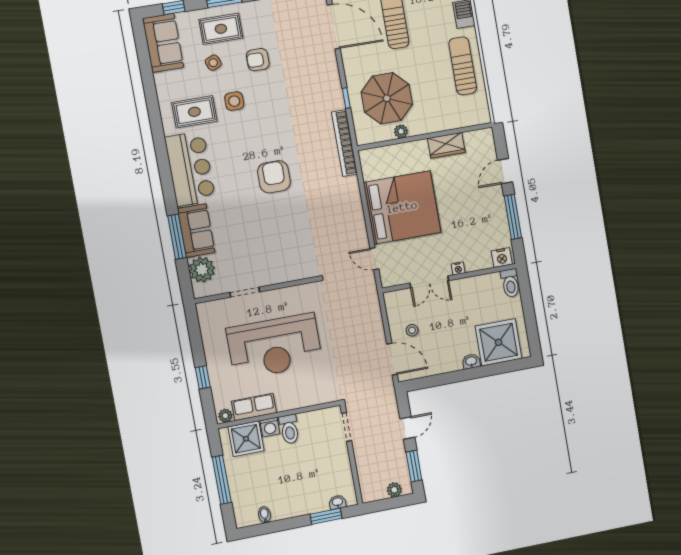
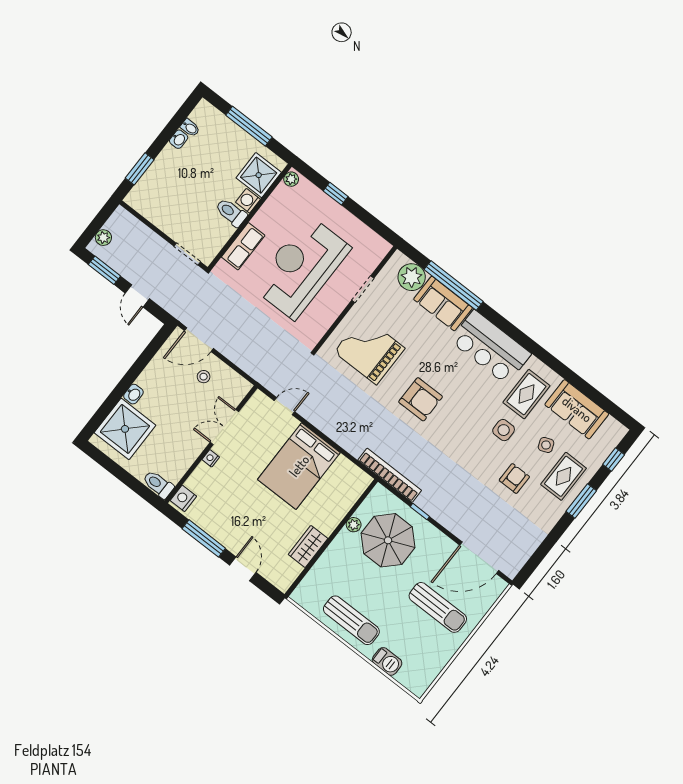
sofa: (163, 43) -> (577, 409), moved
bed: (402, 207) -> (299, 466), width x0.73
window: (177, 237) -> (454, 286), width x1.46
grand piano: (279, 245) -> (369, 350), added
row of seats: (254, 407) -> (243, 246), moved
washbasin: (337, 502) -> (179, 139), moved

